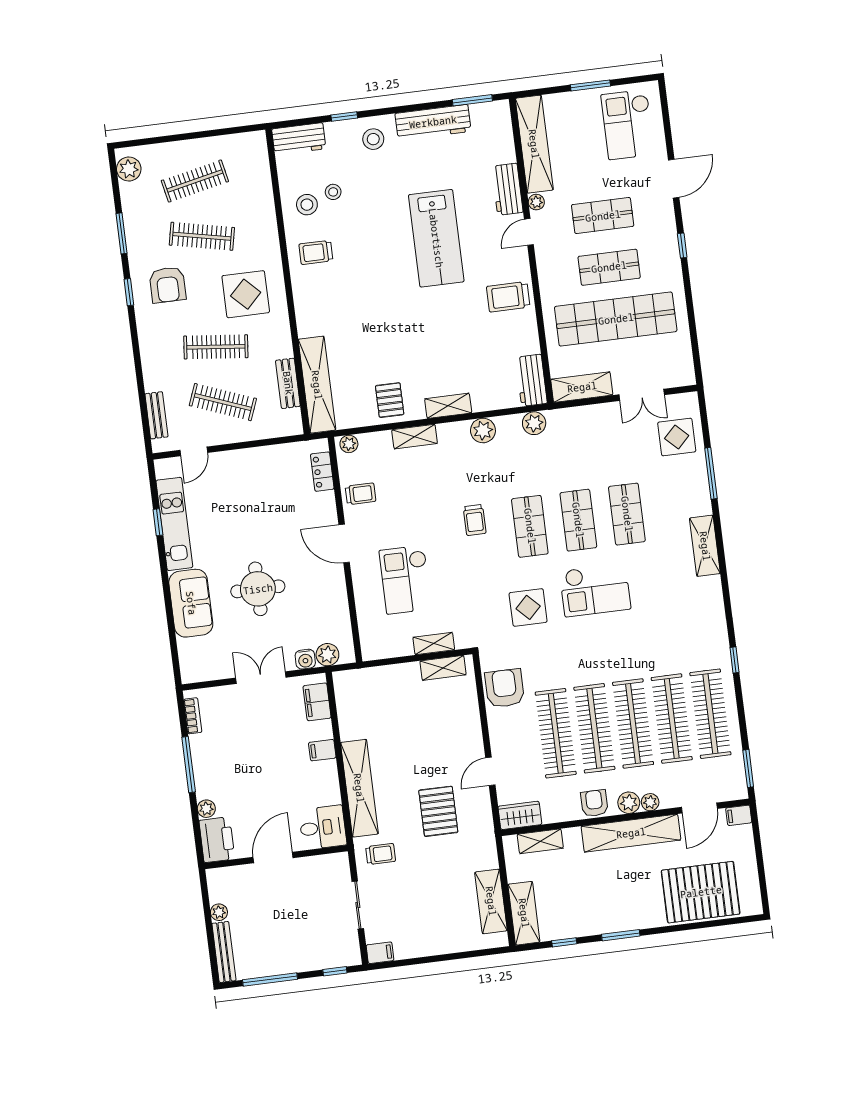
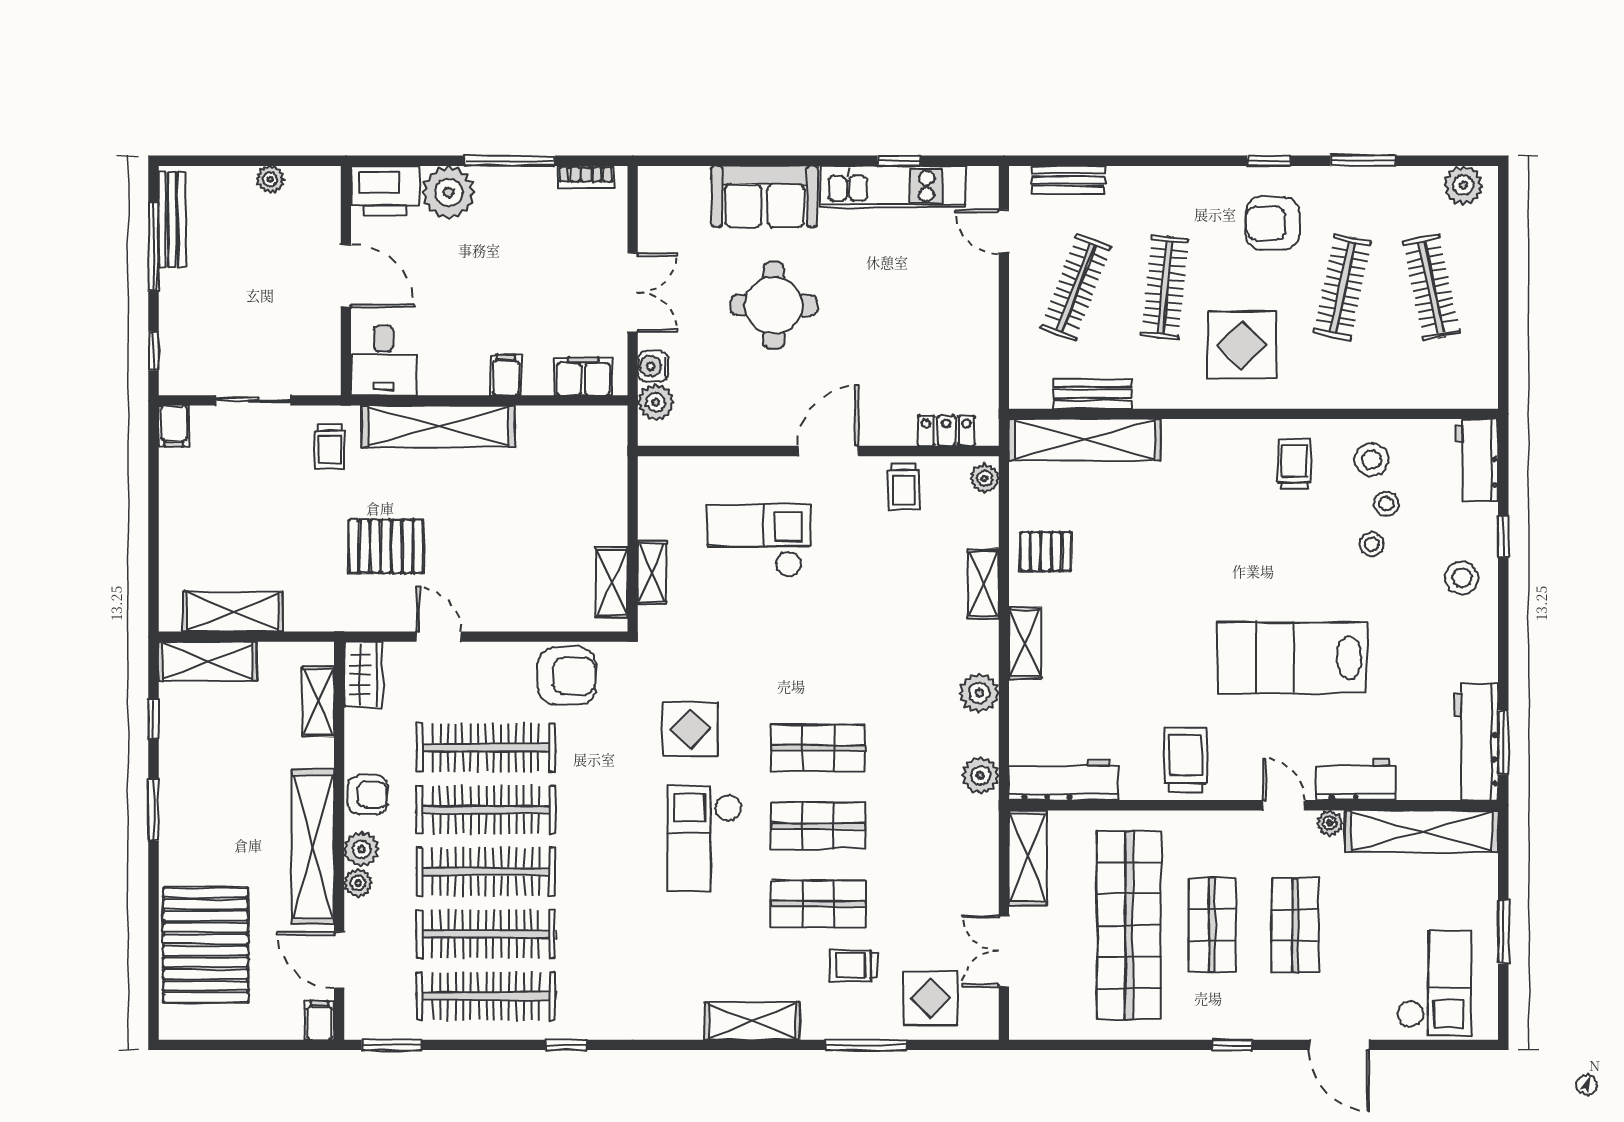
workbench: (433, 122) -> (1476, 742), moved
checkout: (628, 125) -> (1434, 983), turned 90
stool: (359, 198) -> (1372, 544), added
workbench: (531, 380) -> (1064, 780), width x1.38
trolley: (475, 520) -> (854, 966), moved
plant: (206, 809) -> (449, 192), width x1.88, depth x1.88
bench: (224, 952) -> (172, 220), moved, turned 90

